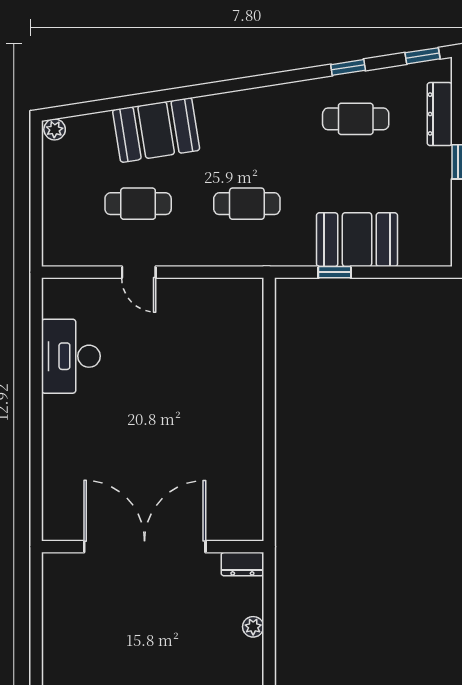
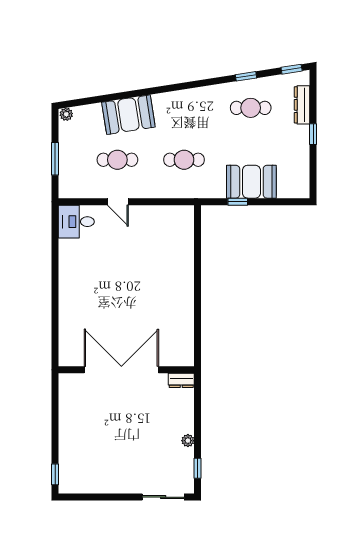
window: (36, 202) -> (55, 159), added
desk: (71, 356) -> (76, 222), moved, width x0.73
plant: (253, 627) -> (188, 441), moved

